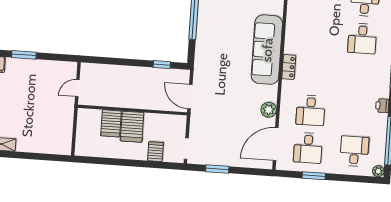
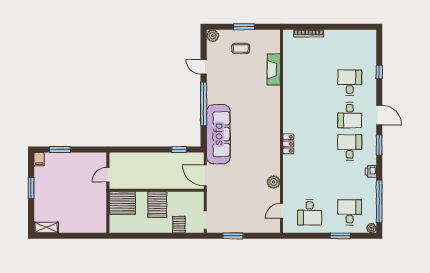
sofa: (267, 50) -> (218, 134), moved, turned 180
desk: (311, 110) -> (350, 147), moved, turned 180
server rack: (111, 123) -> (122, 203), moved, width x1.60
door: (276, 144) -> (282, 211), width x0.53
window: (314, 176) -> (340, 236), moved

